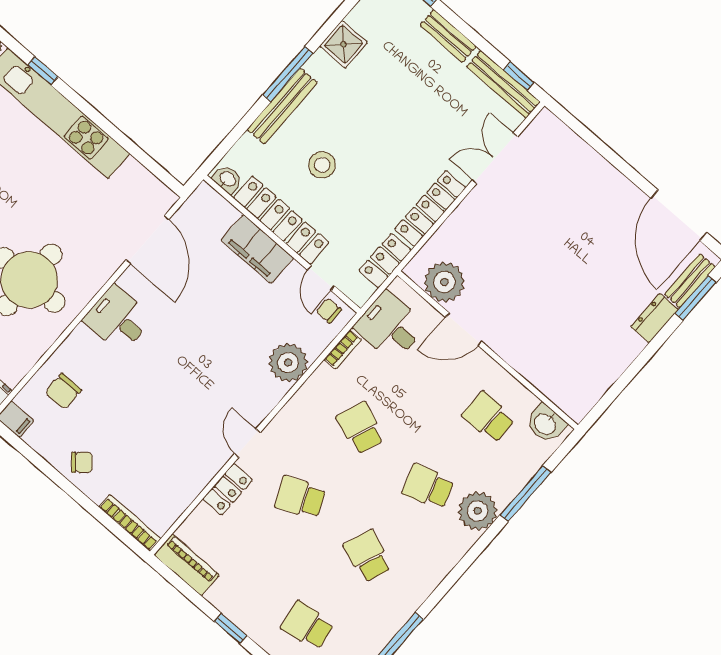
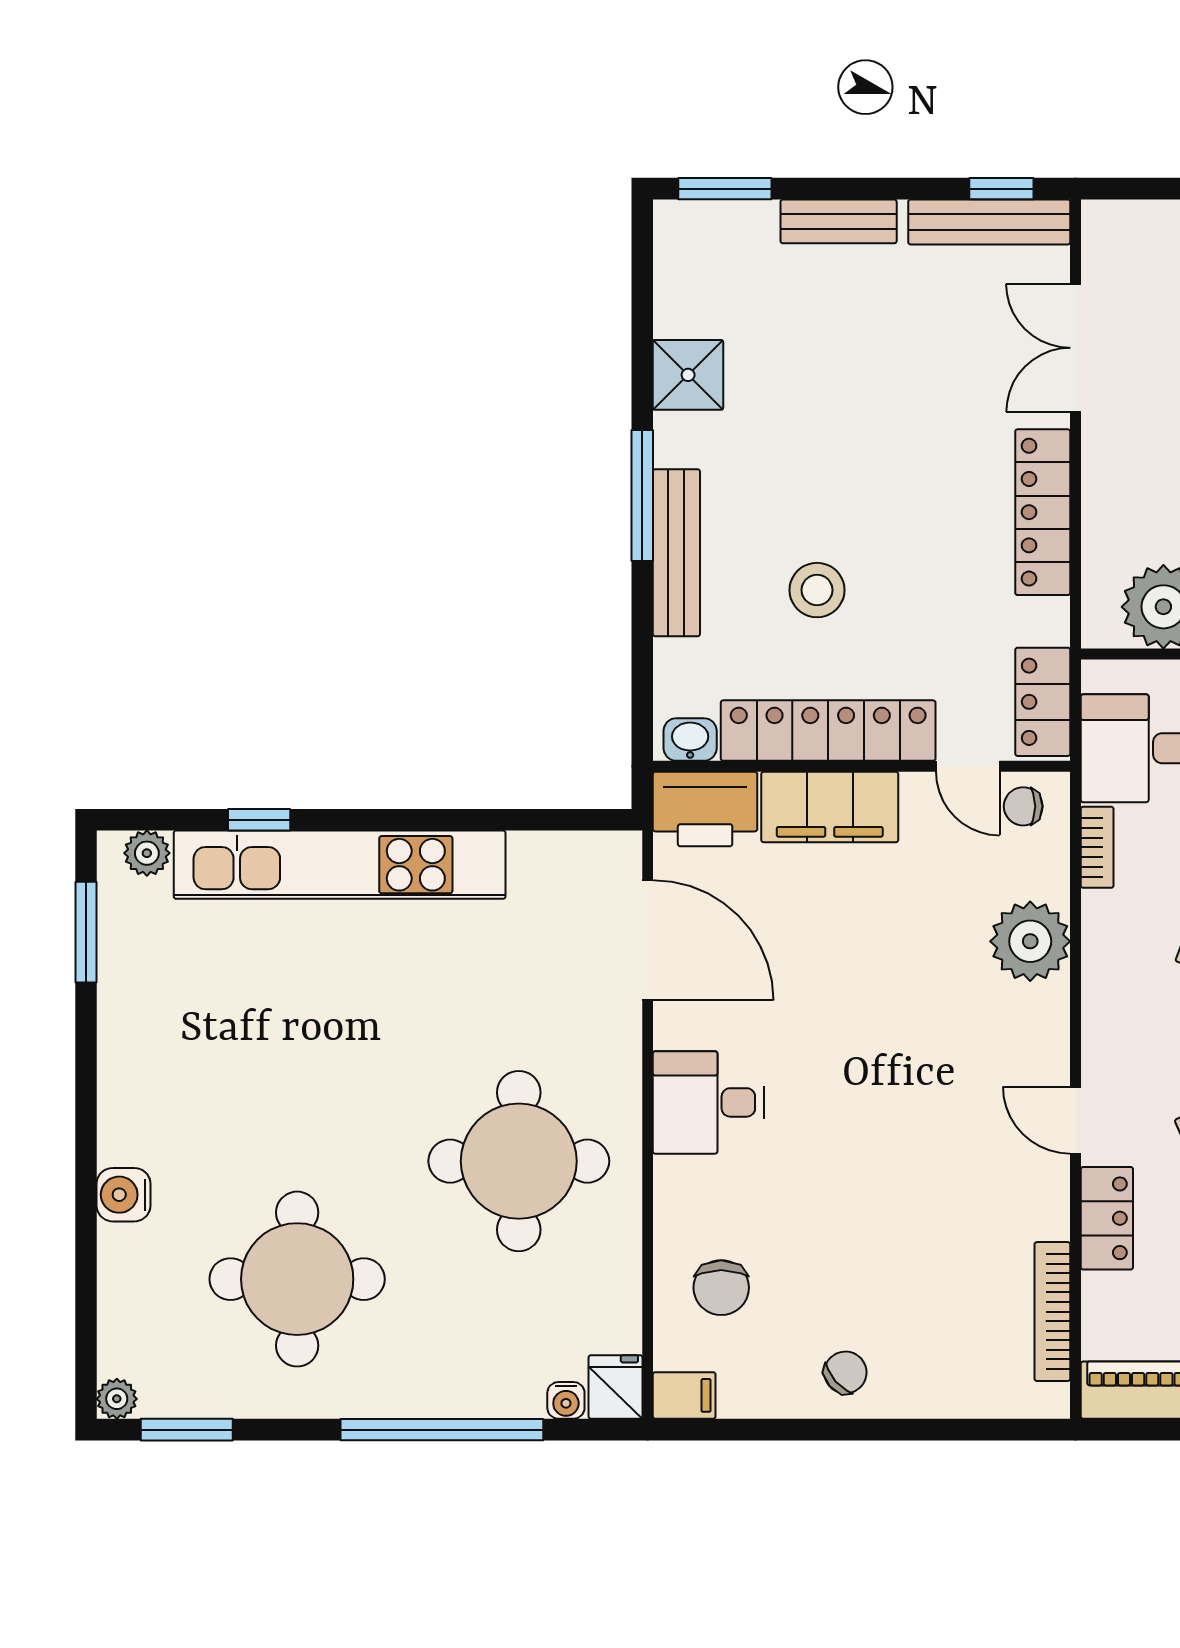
printer: (211, 210) -> (705, 809), added
locker: (385, 261) -> (1043, 702), moved
bookcase: (130, 523) -> (1052, 1312), moved, turned -90

